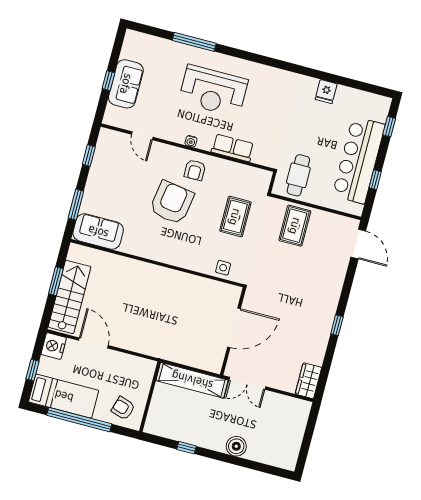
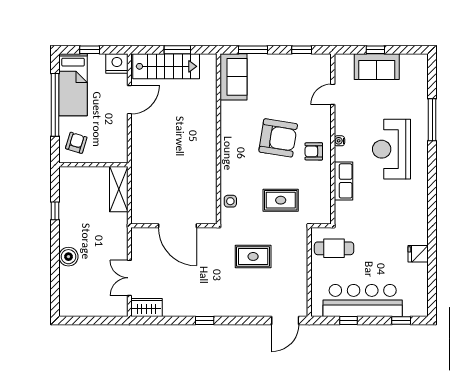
rug: (295, 226) -> (253, 256), moved
shelving: (192, 380) -> (119, 189), width x0.68
double door: (247, 383) -> (129, 278), moved

